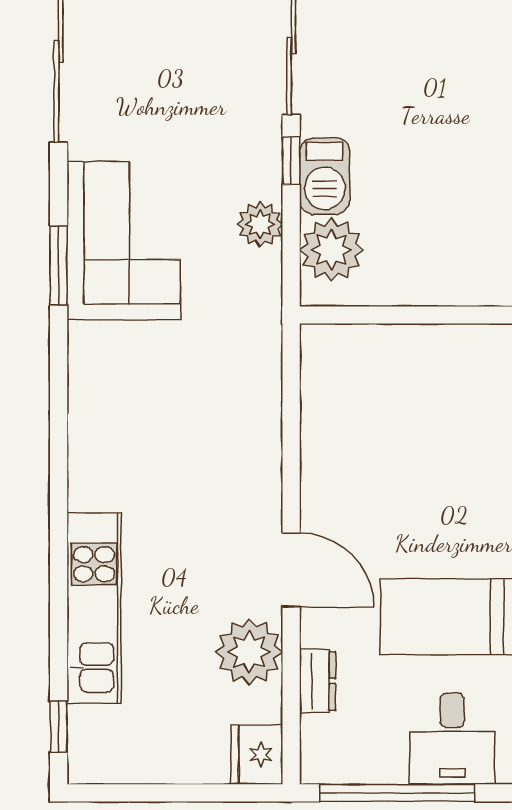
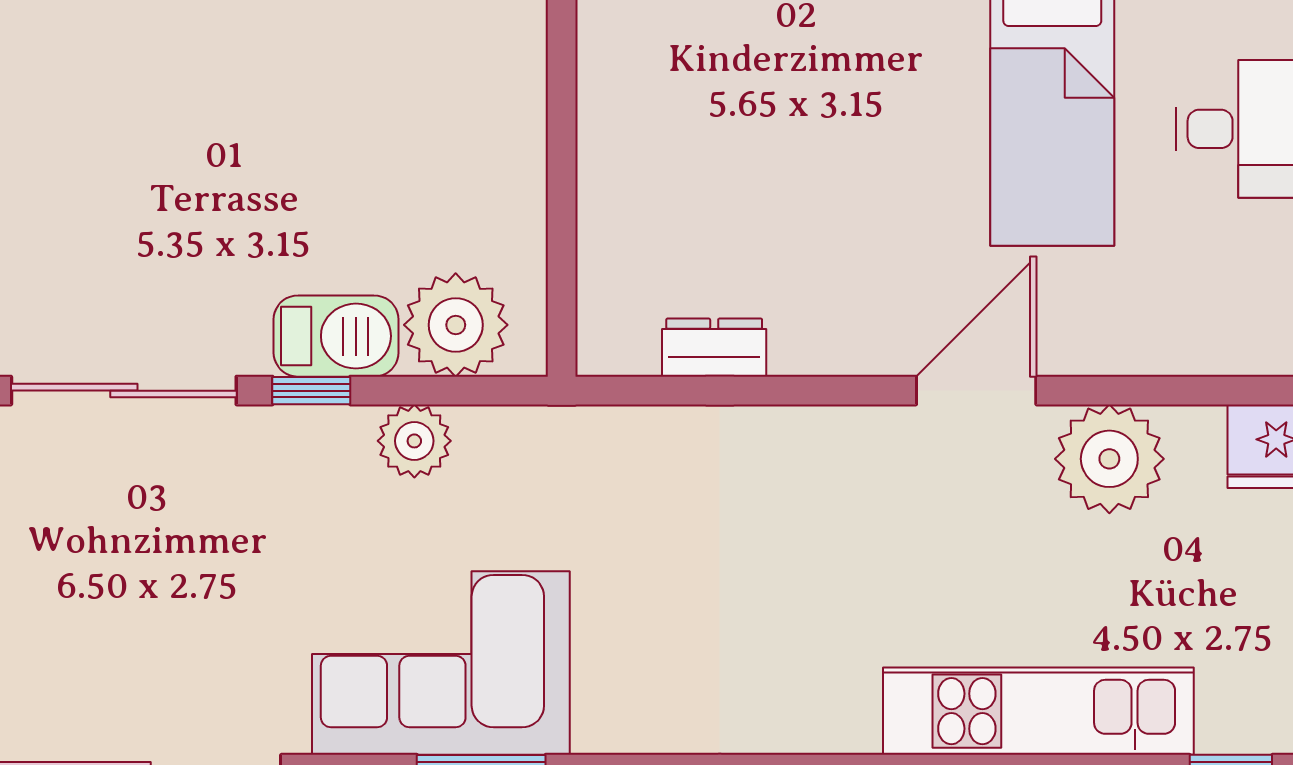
dresser: (318, 681) -> (714, 348), moved

